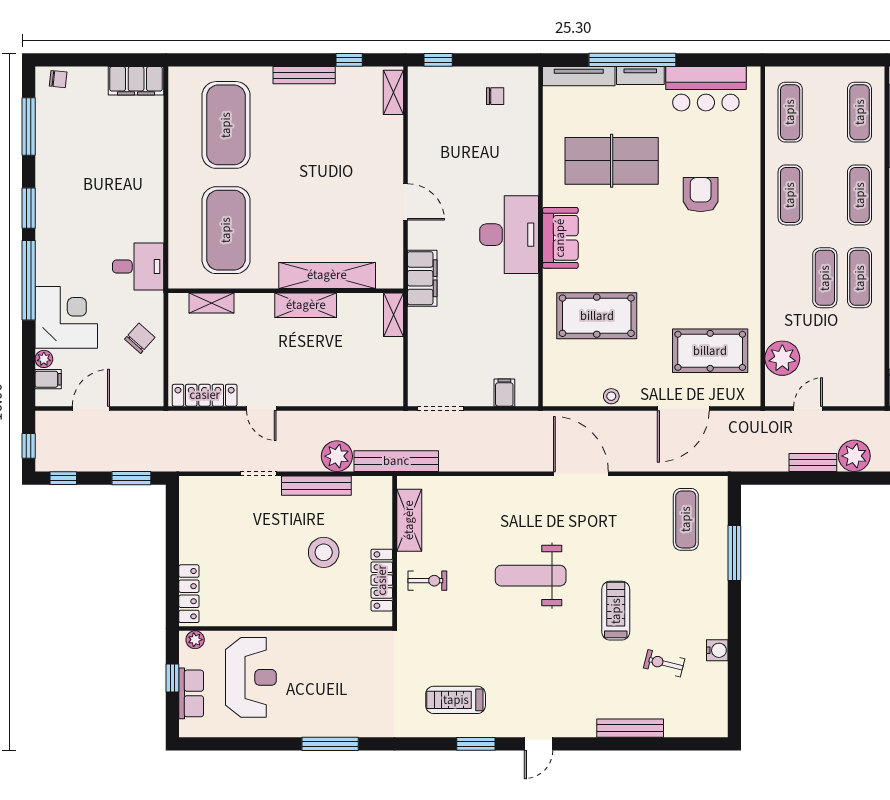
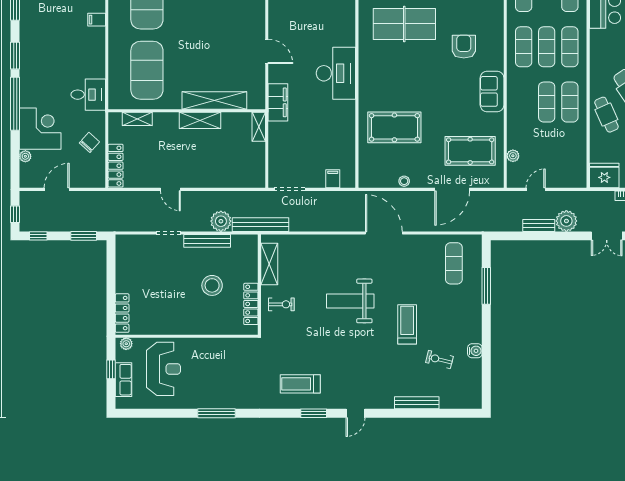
exercise mat: (825, 195) -> (547, 47), added
sofa: (560, 238) -> (492, 91), moved, turned 180
plant: (782, 358) -> (513, 156), width x0.53, depth x0.53
filing cabinet: (48, 379) -> (97, 20), moved, turned 180
locker: (205, 395) -> (116, 166), moved, turned 90

